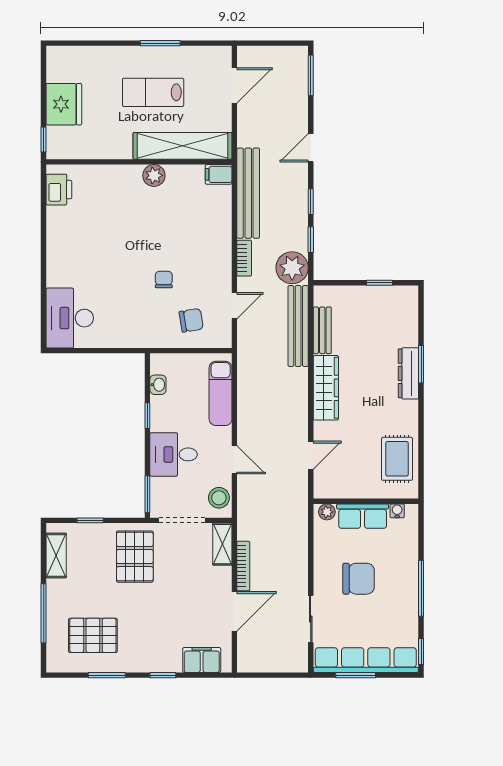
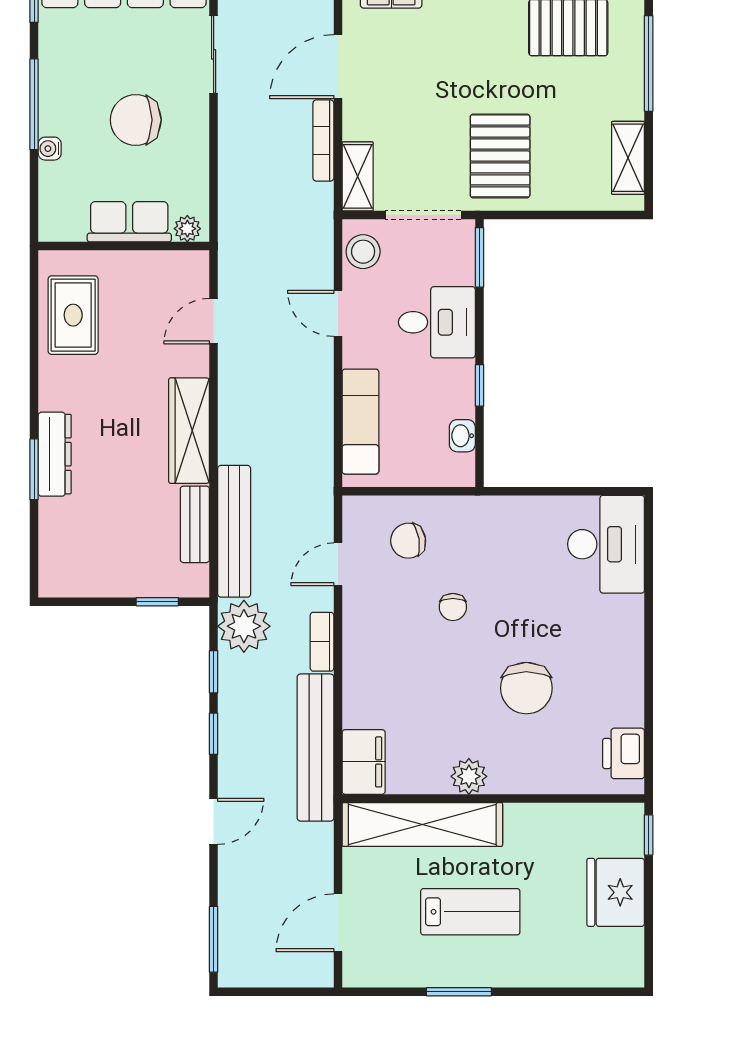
filing cabinet: (219, 174) -> (364, 762), width x2.00
chair: (119, 230) -> (526, 688), added
window: (380, 283) -> (157, 602), moved
water cooler: (397, 511) -> (50, 149), moved, turned 90
window: (90, 520) -> (573, 215), removed

